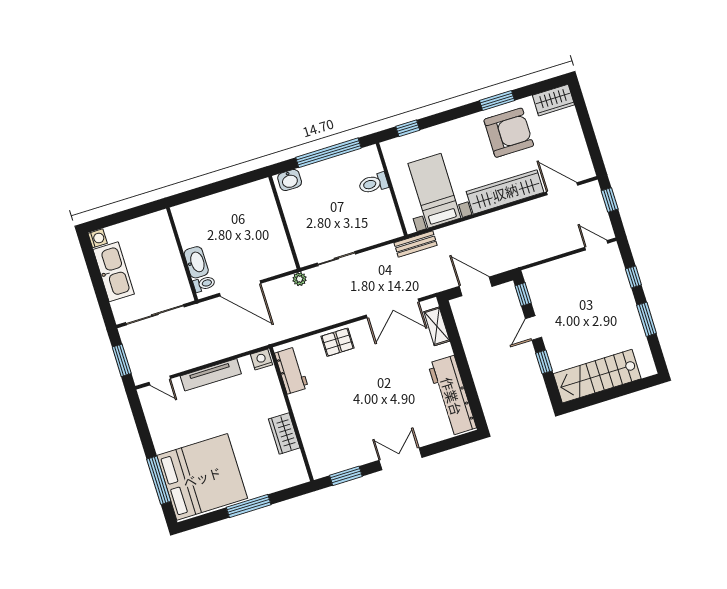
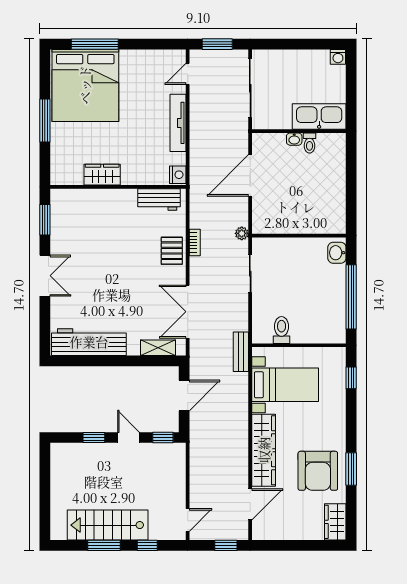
toilet: (373, 183) -> (282, 330), moved
washbasin: (196, 262) -> (294, 139), width x0.52, depth x0.69
kitchen sink: (114, 272) -> (319, 117), moved, turned 180
toilet: (204, 284) -> (310, 143), moved
bookcase: (323, 322) -> (195, 242), added
stairs: (597, 376) -> (108, 525), moved, turned -90

